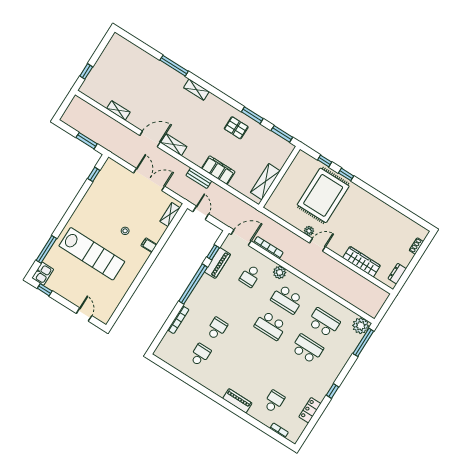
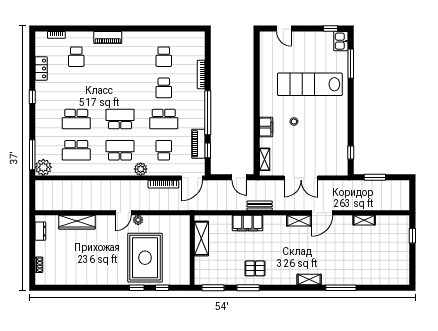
filing cabinet: (149, 245) -> (266, 127), width x2.00
school desk: (233, 302) -> (164, 119), added

